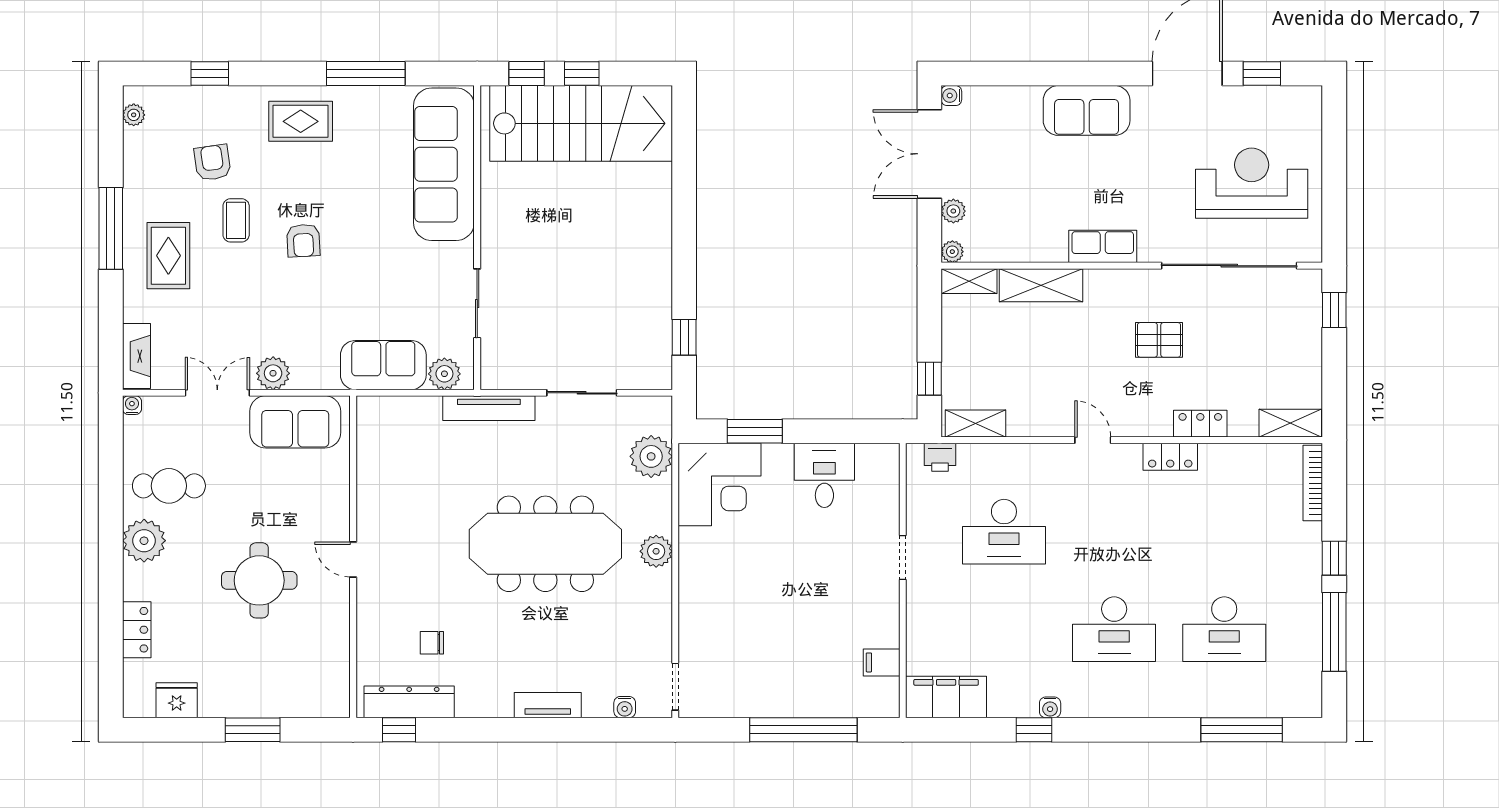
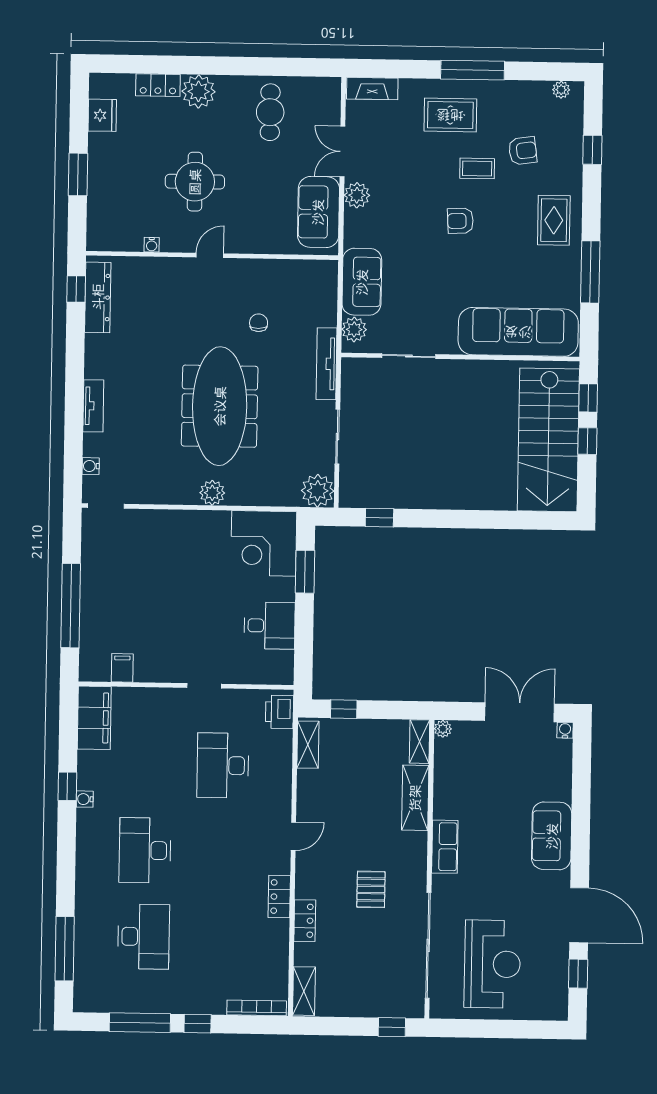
plant: (953, 211) -> (475, 730), removed
double door: (217, 393) -> (342, 151), swing flipped
water cooler: (132, 405) -> (152, 245), moved, turned 90
plant: (651, 456) -> (318, 491), moved
printer: (940, 457) -> (280, 712), width x1.36, depth x1.24
plant: (144, 541) -> (199, 91), moved
desk: (1224, 629) -> (143, 937), turned 180
chair: (432, 643) -> (259, 323), moved

